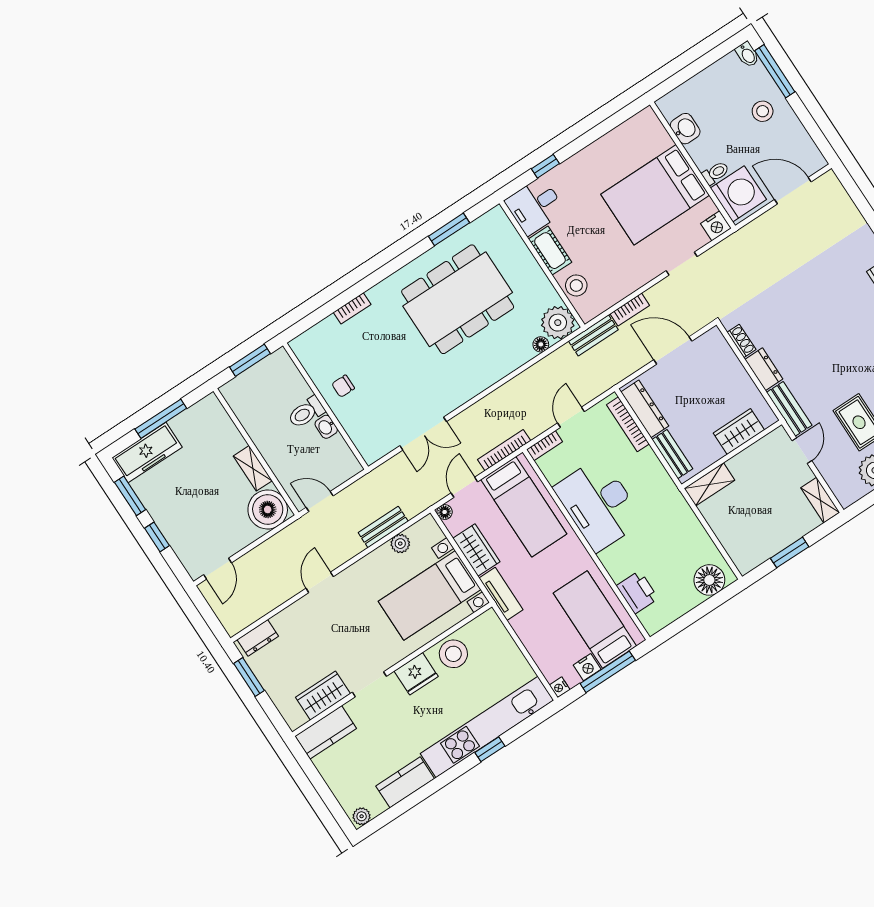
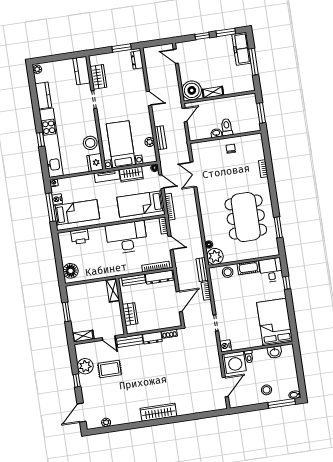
bed: (655, 195) -> (275, 322), moved
fridge: (416, 674) -> (95, 163), moved

